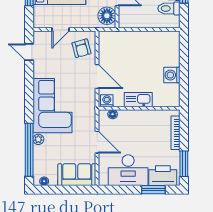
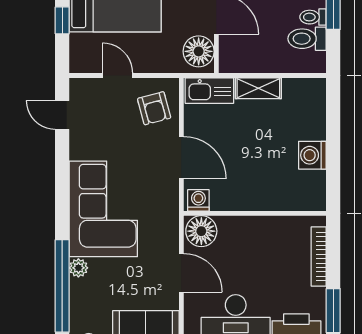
door: (61, 30) -> (117, 76), swing flipped
shelving: (141, 37) -> (258, 88), added
kitchen sink: (138, 100) -> (209, 91), moved, turned 180
floor lamp: (113, 114) -> (201, 231), width x1.89, depth x1.89

